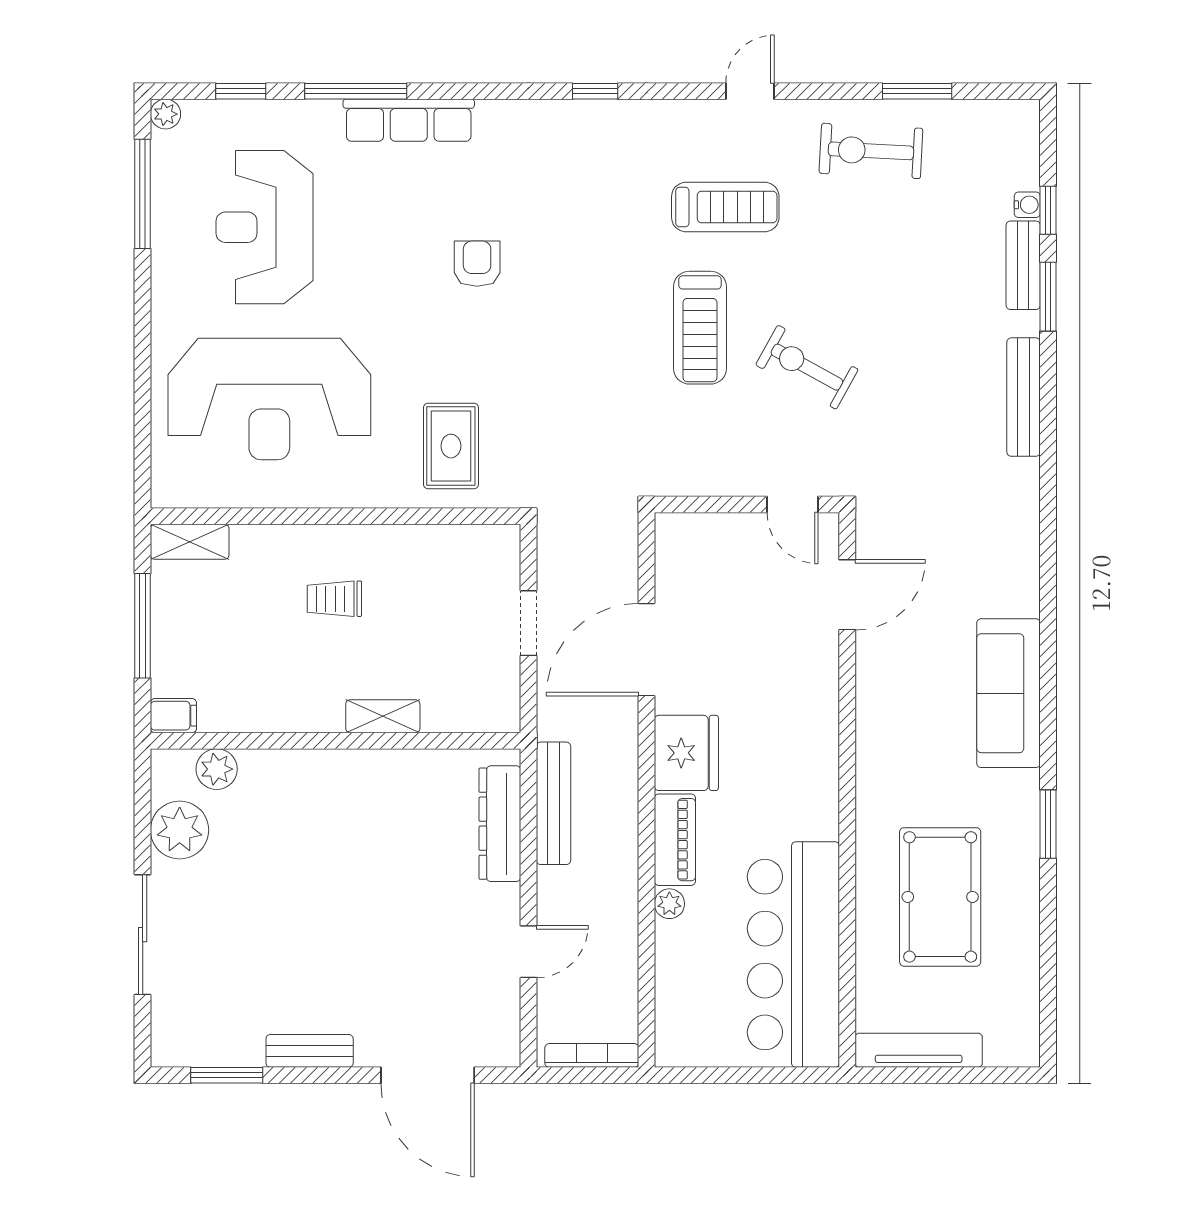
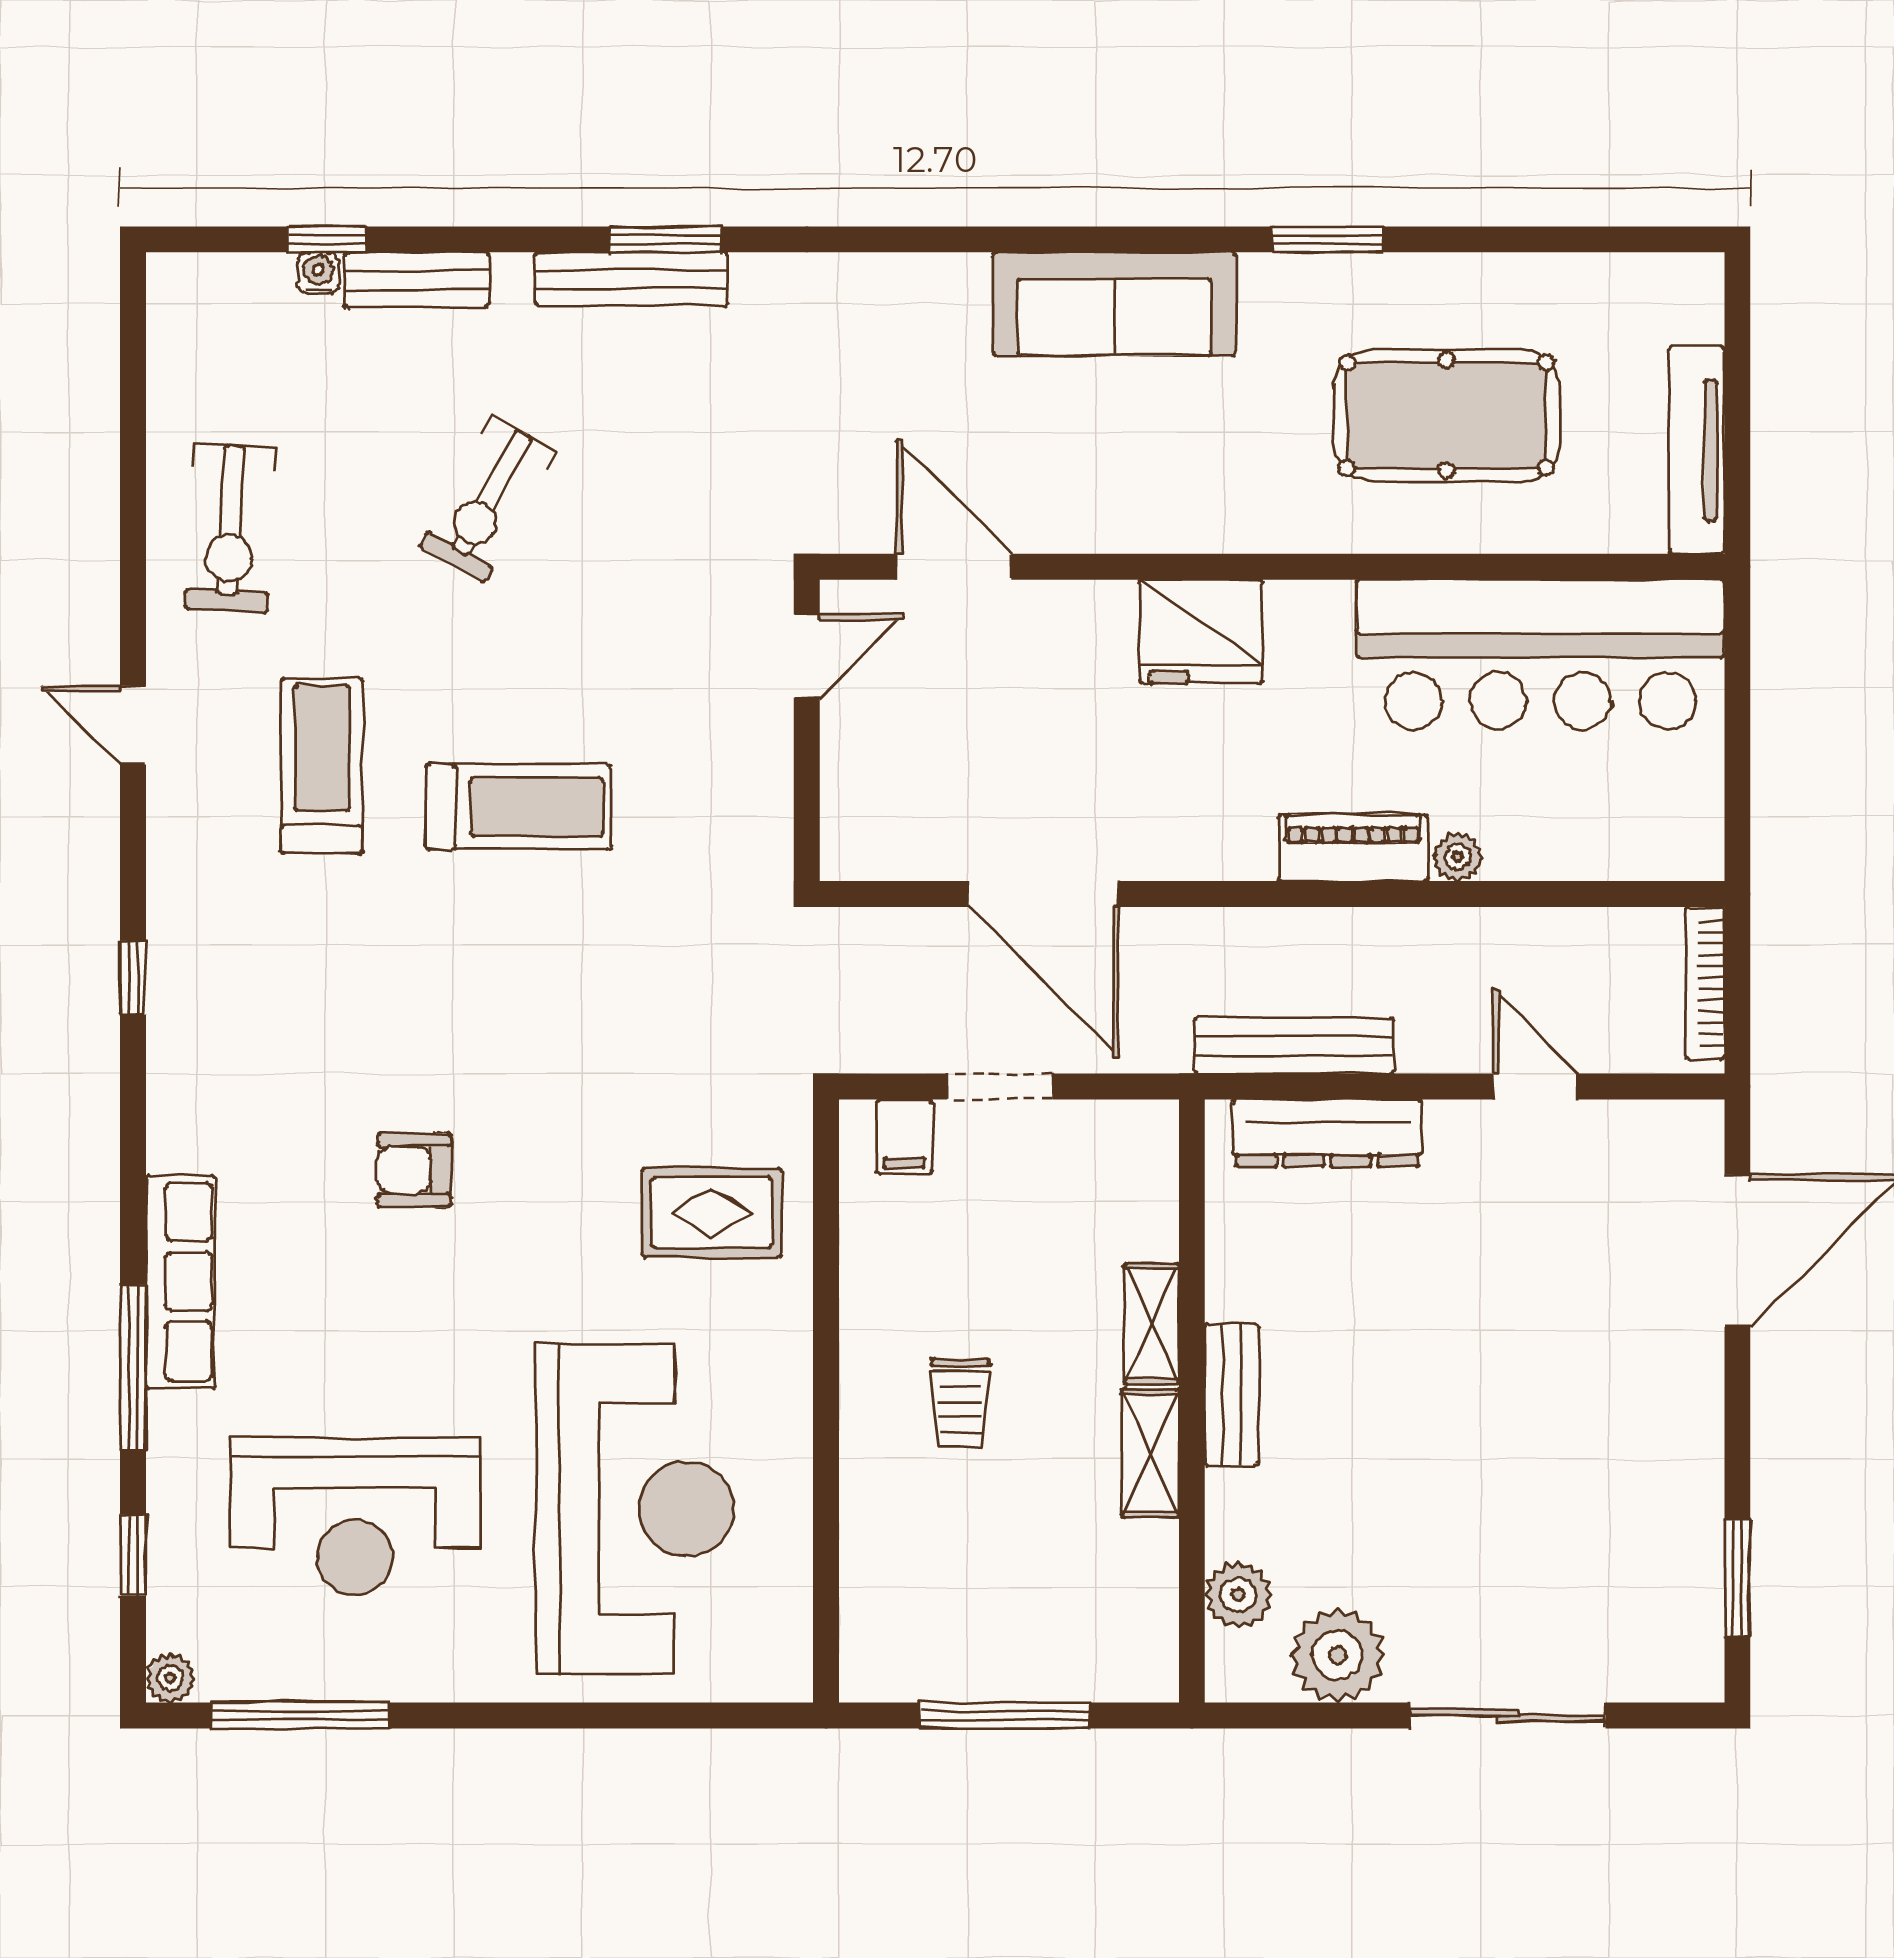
window: (917, 91) -> (133, 453), removed
window: (1048, 297) -> (666, 239), moved
exercise bike: (807, 367) -> (488, 499), moved
shelving: (190, 542) -> (1150, 1453), moved
filing cabinet: (173, 716) -> (904, 1137), moved, turned 180
fridge: (686, 753) -> (1201, 632), moved, turned 180
bench: (310, 1051) -> (1232, 1395), moved

